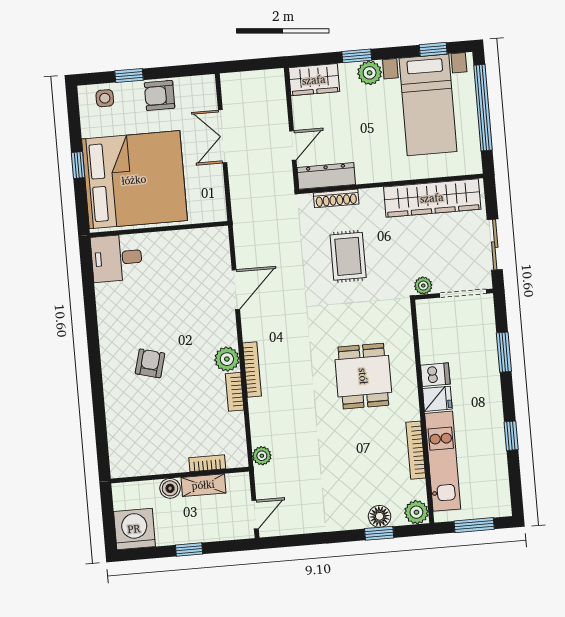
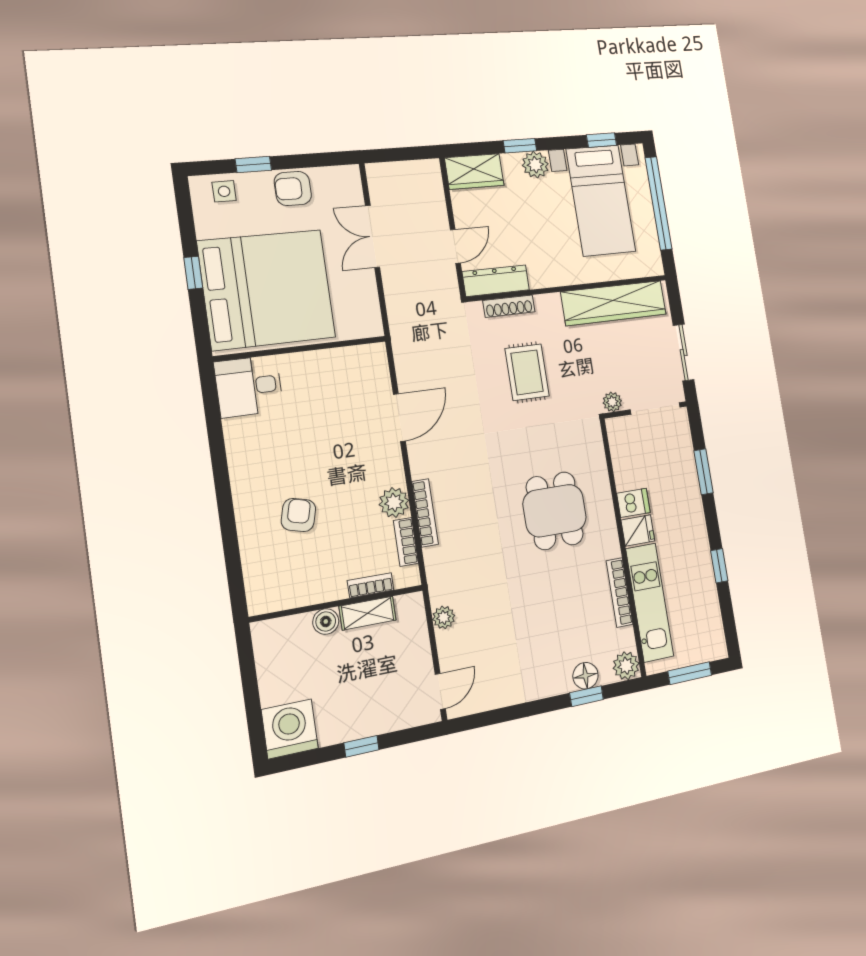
bookcase: (207, 463) -> (371, 585), moved
wall: (180, 475) -> (337, 603), moved
shelving: (203, 485) -> (368, 613), moved
boiler: (170, 488) -> (326, 621), moved

